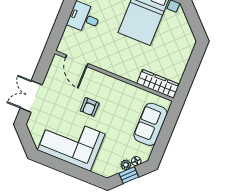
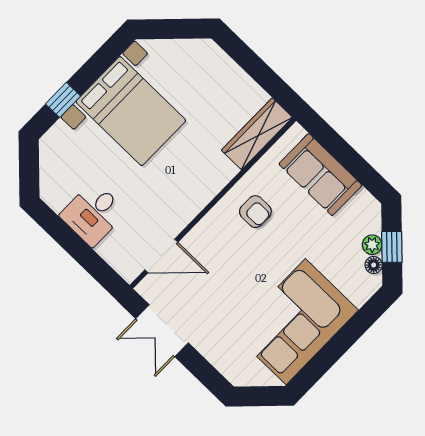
double door: (31, 96) -> (162, 331), moved
armchair: (90, 107) -> (255, 212), moved
floor lamp: (136, 161) -> (374, 265), moved

